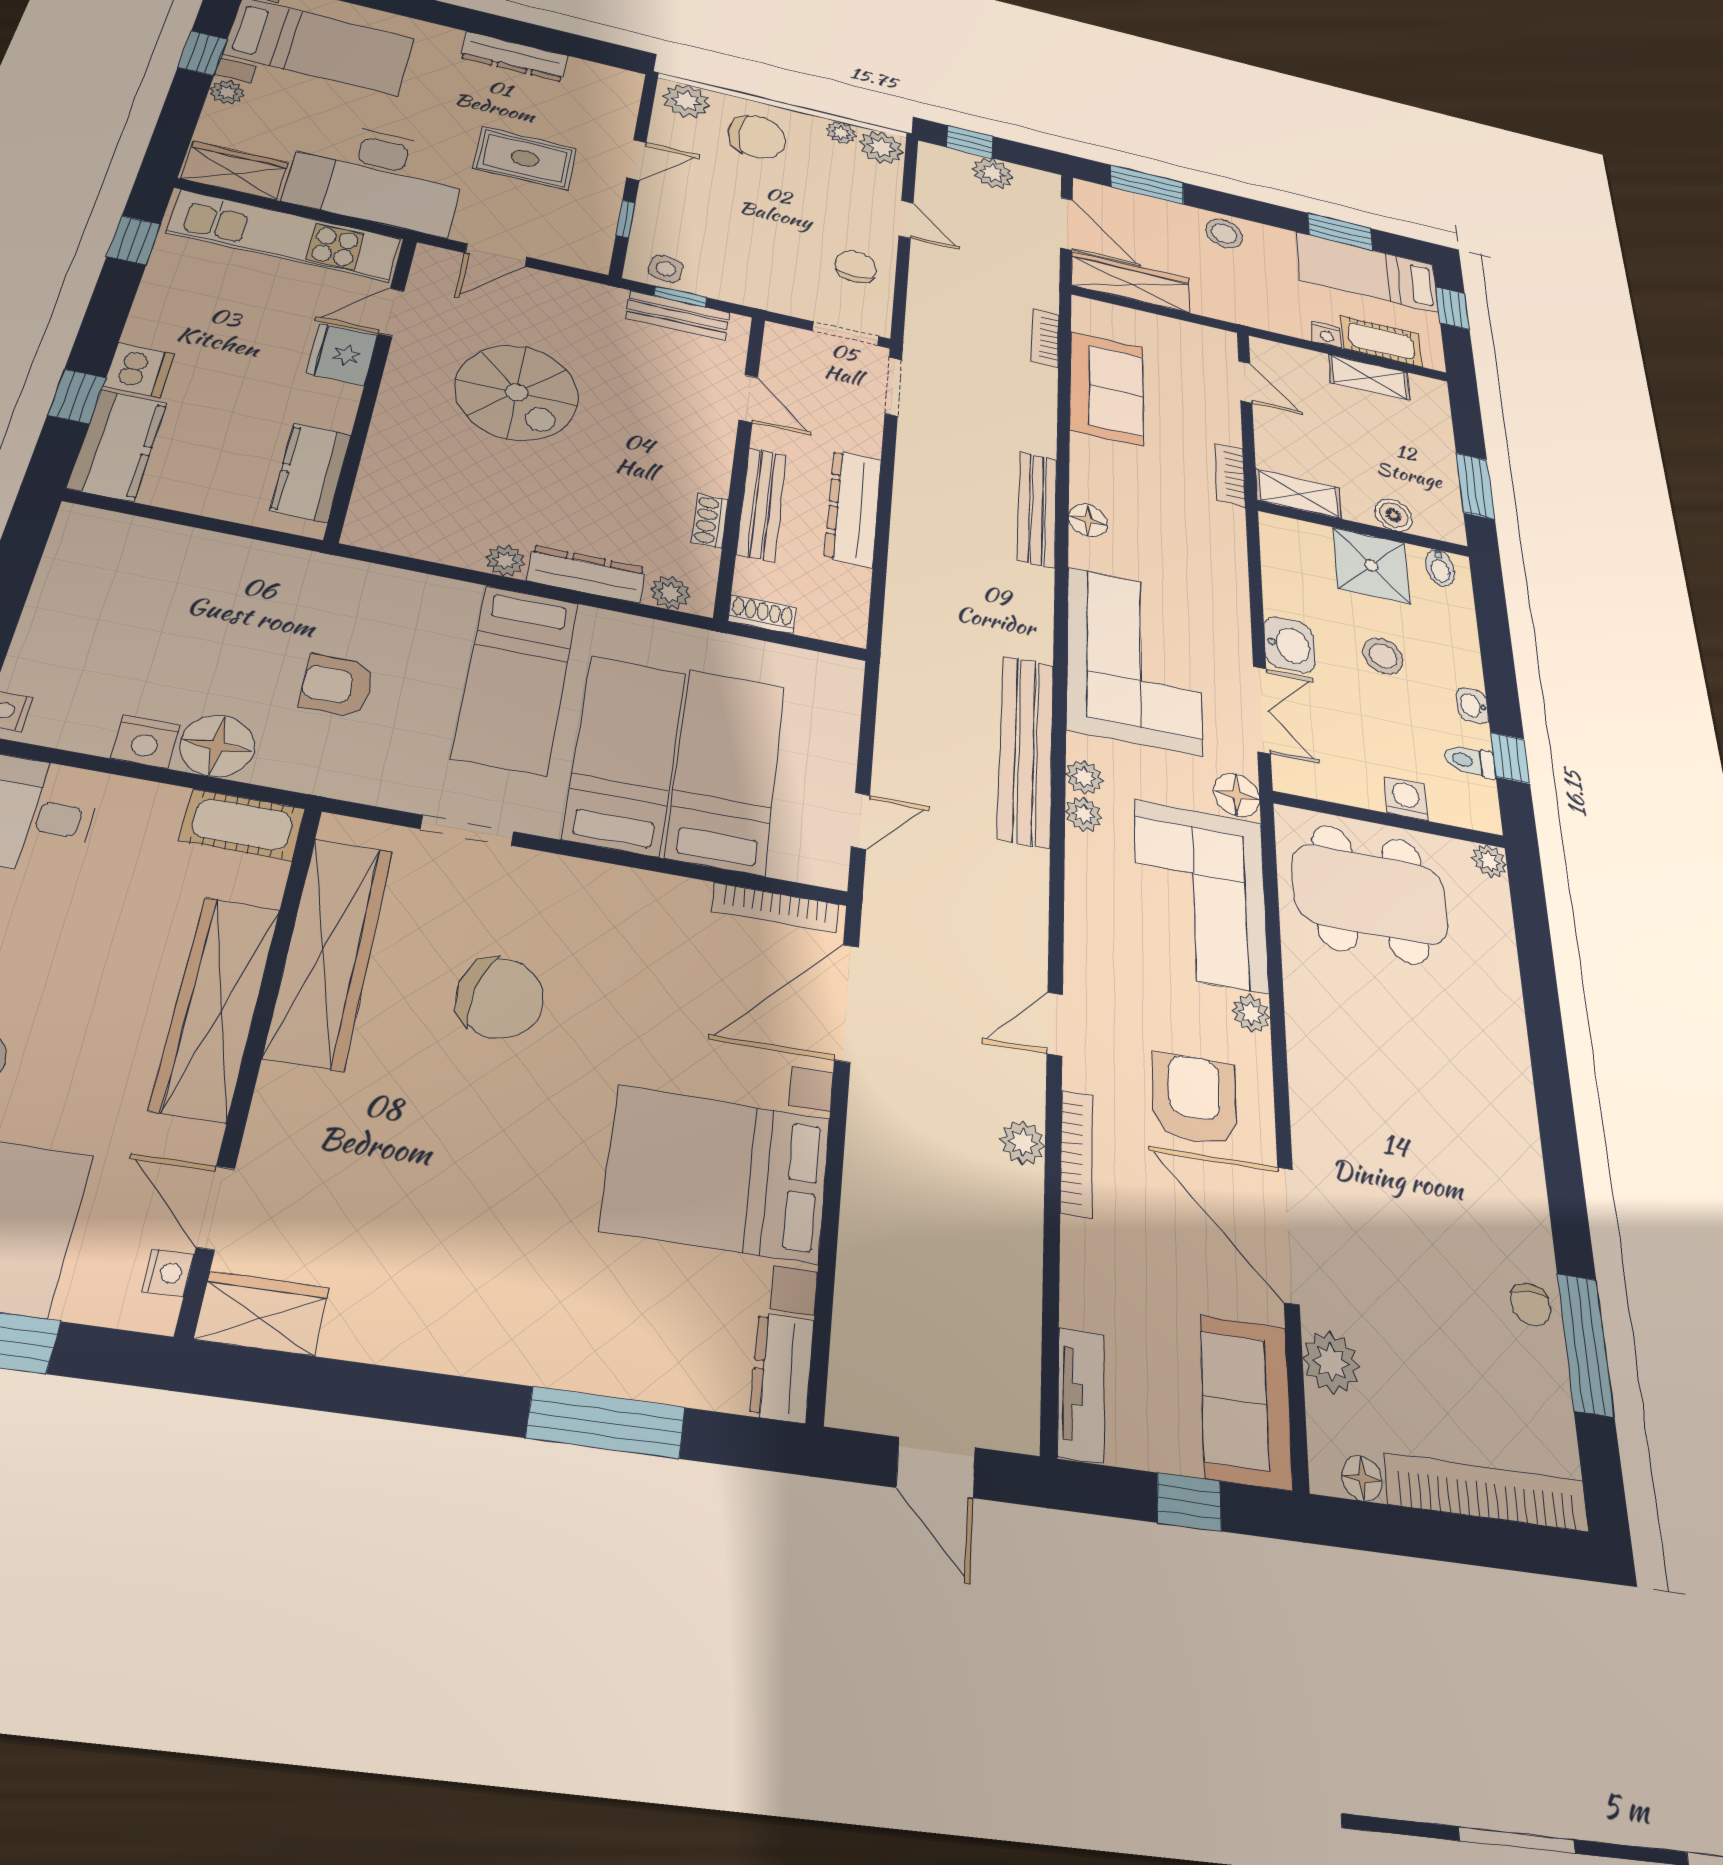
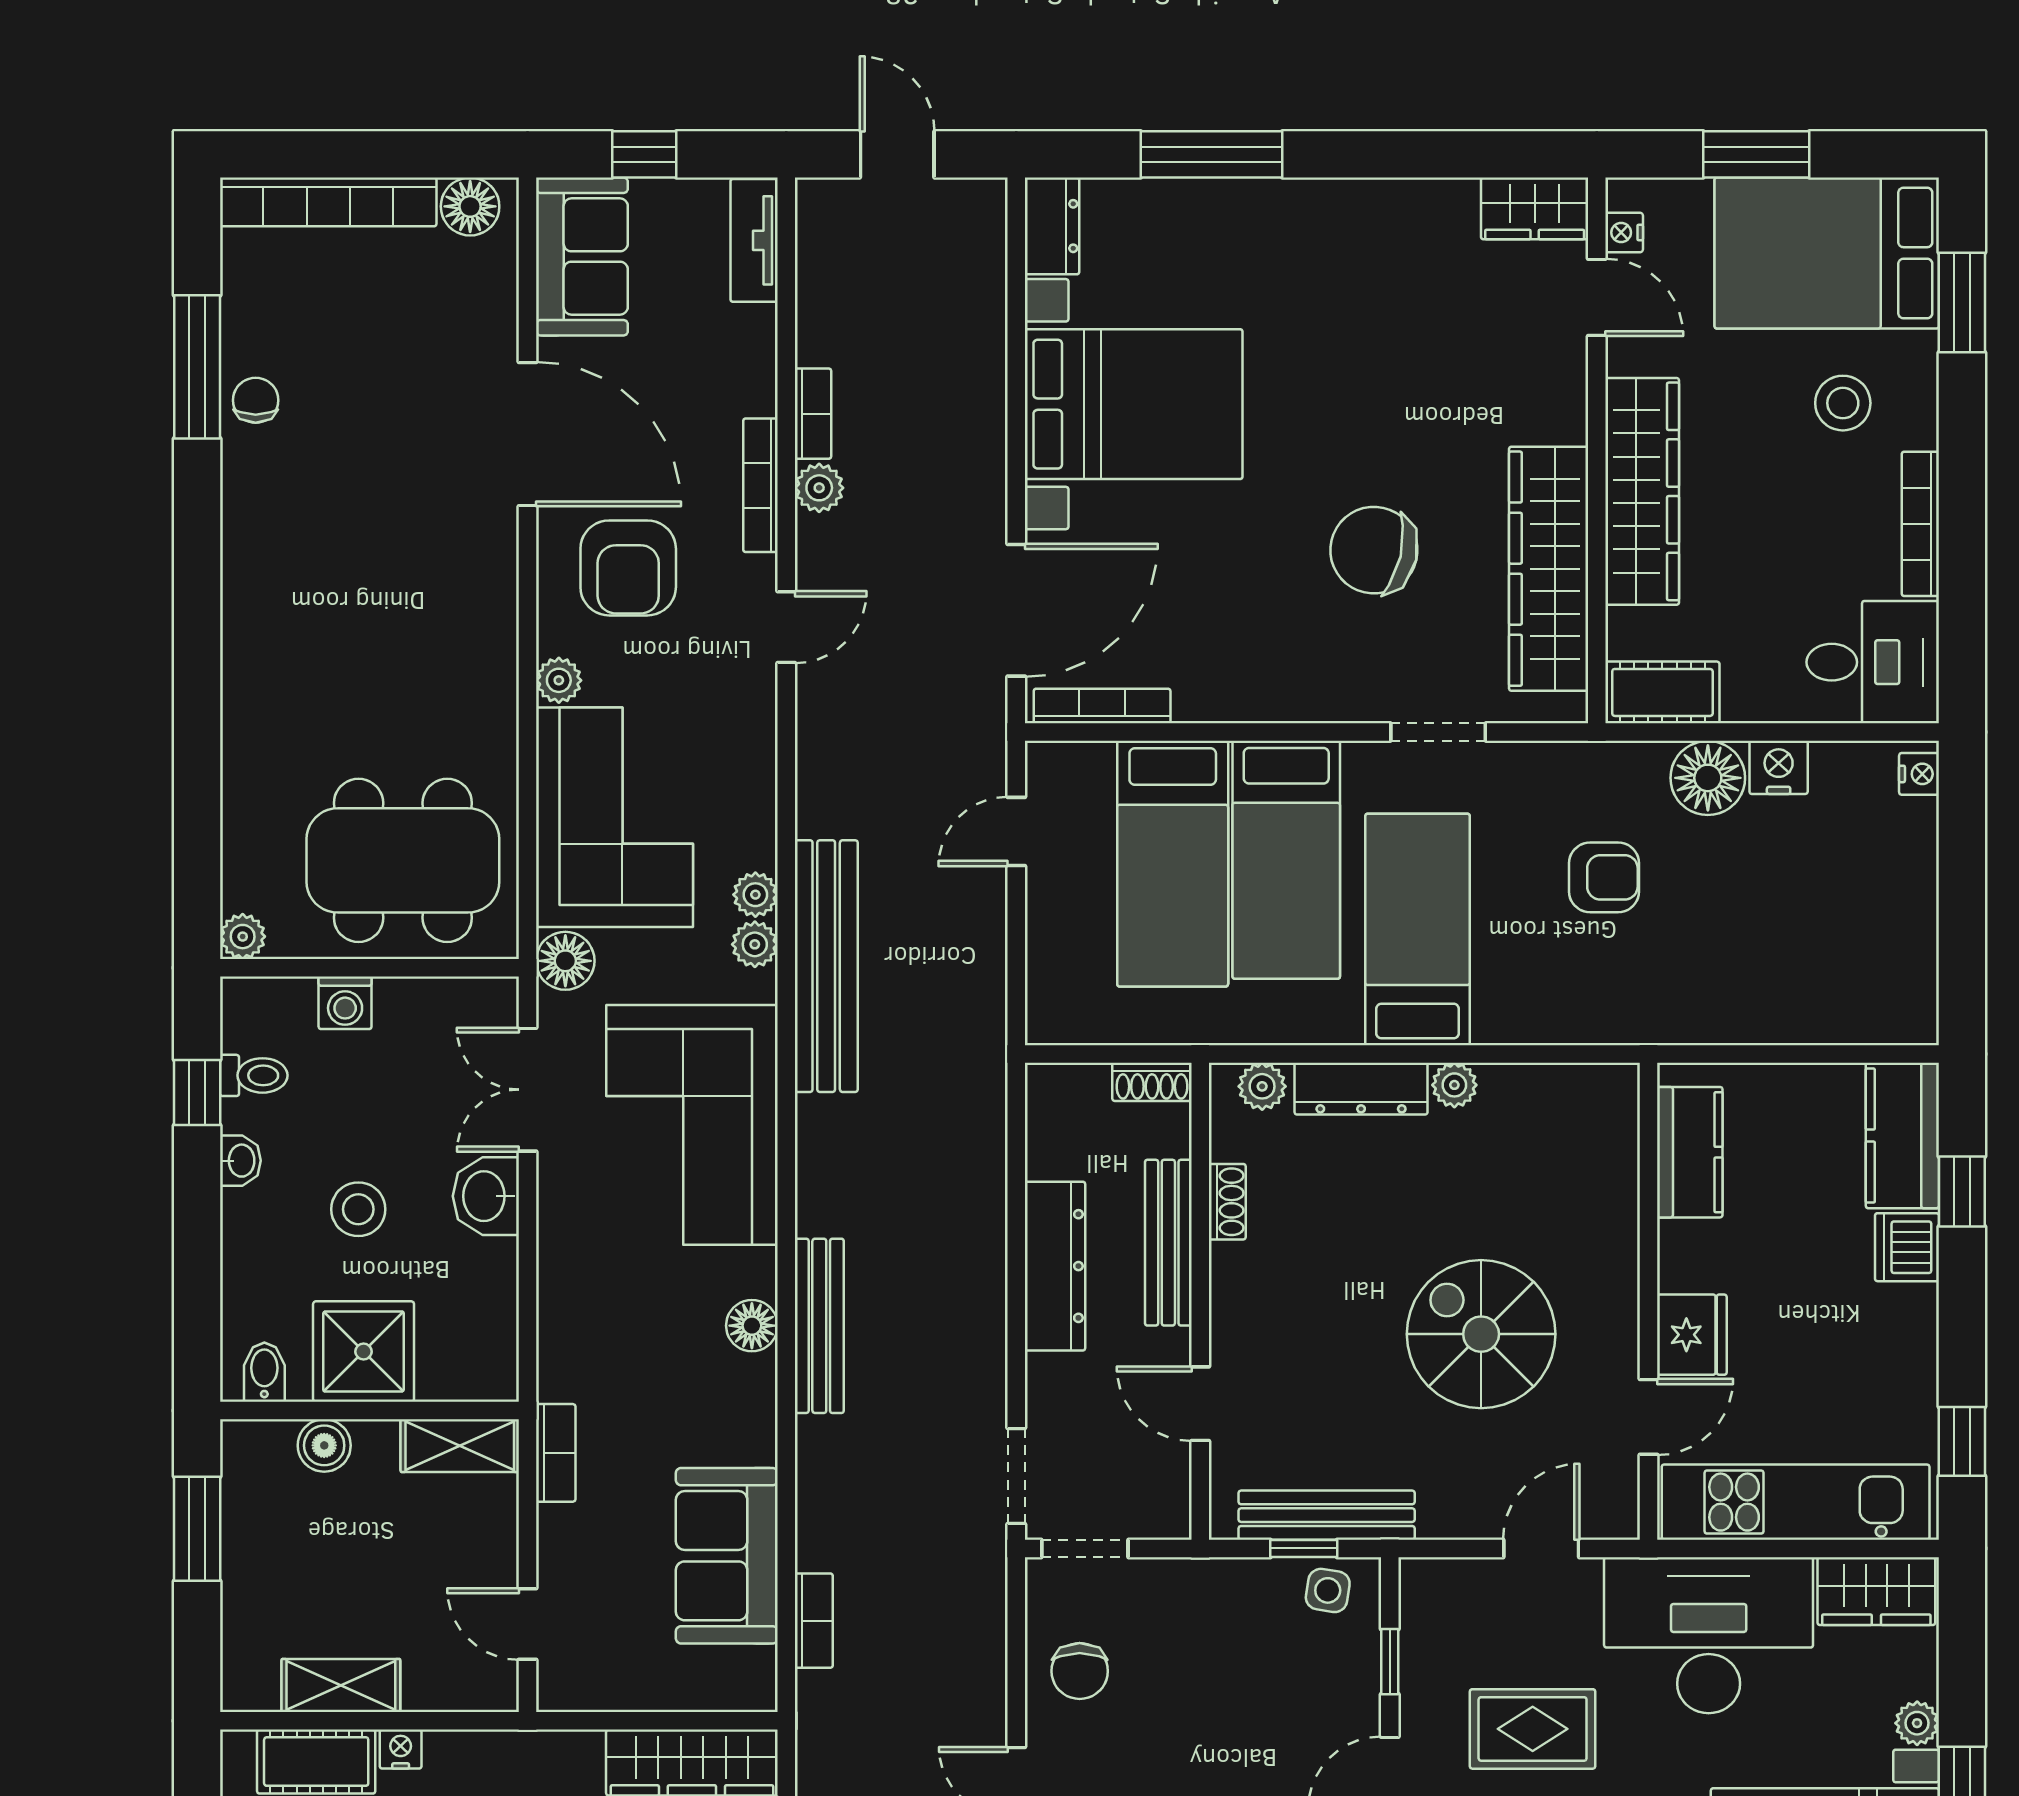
bench: (678, 315) -> (1327, 1515), width x1.36
bookcase: (1027, 1213) -> (813, 414), added
plant: (1331, 1362) -> (488, 308), removed
floor lamp: (1362, 1478) -> (470, 206), width x1.37, depth x1.37

